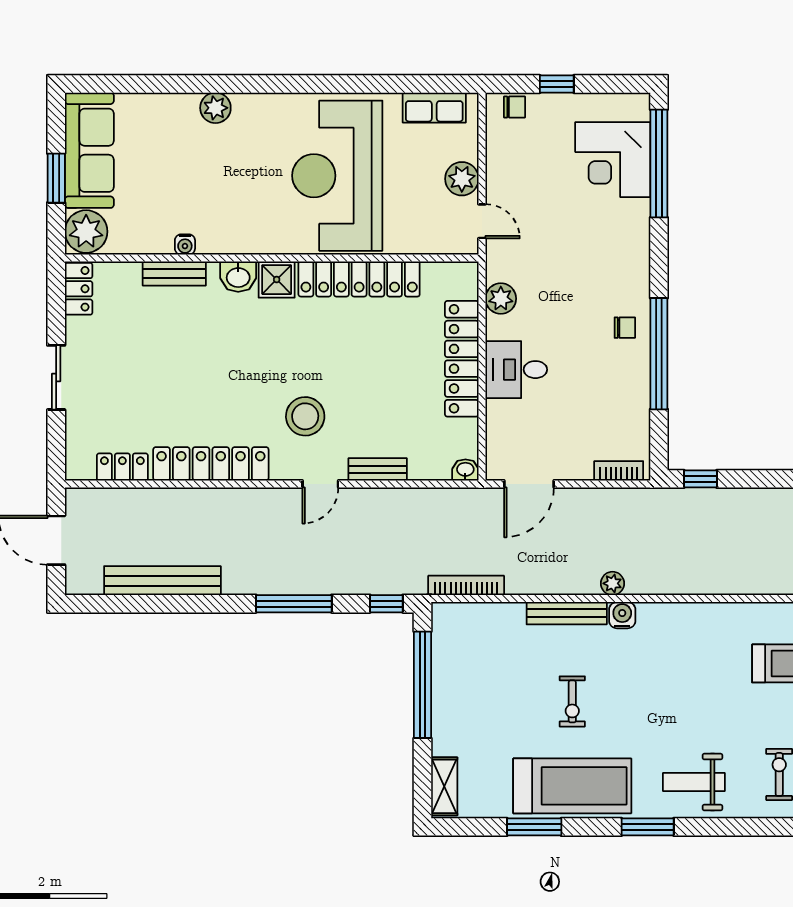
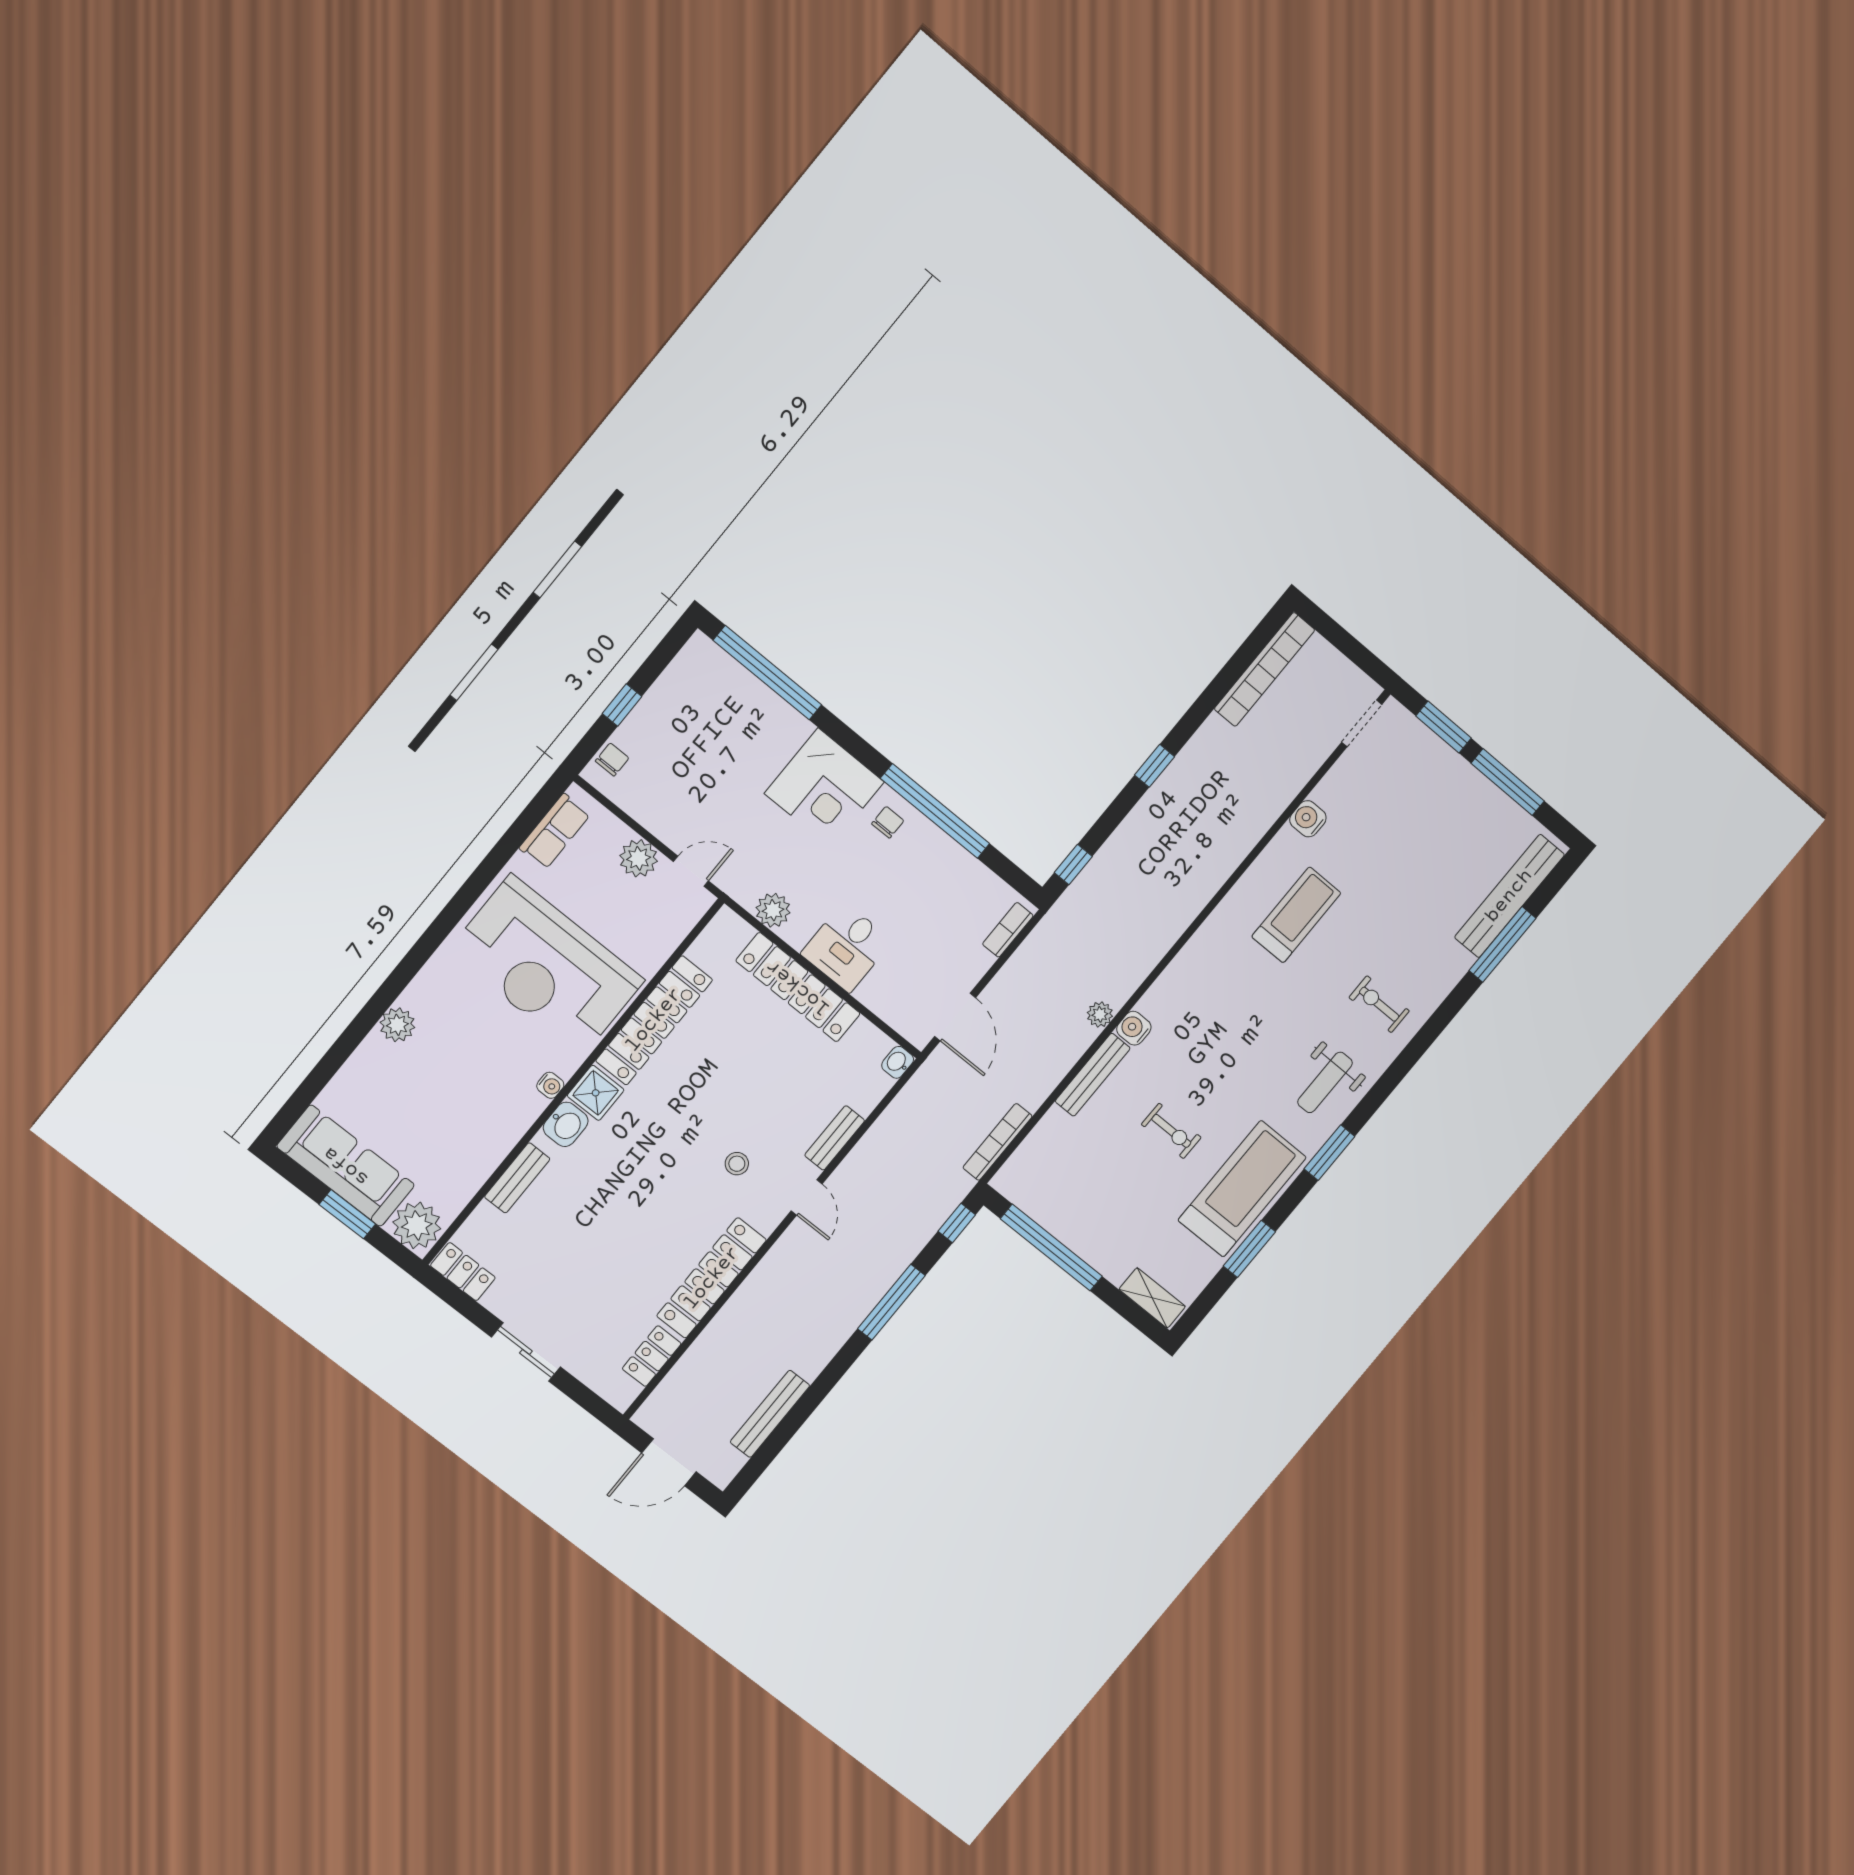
corner desk: (613, 160) -> (824, 788), moved
water cooler: (185, 244) -> (550, 1085), moved
stool: (305, 416) -> (737, 1164), width x0.53, depth x0.53
bench: (162, 581) -> (770, 1414), width x0.73, depth x0.82

